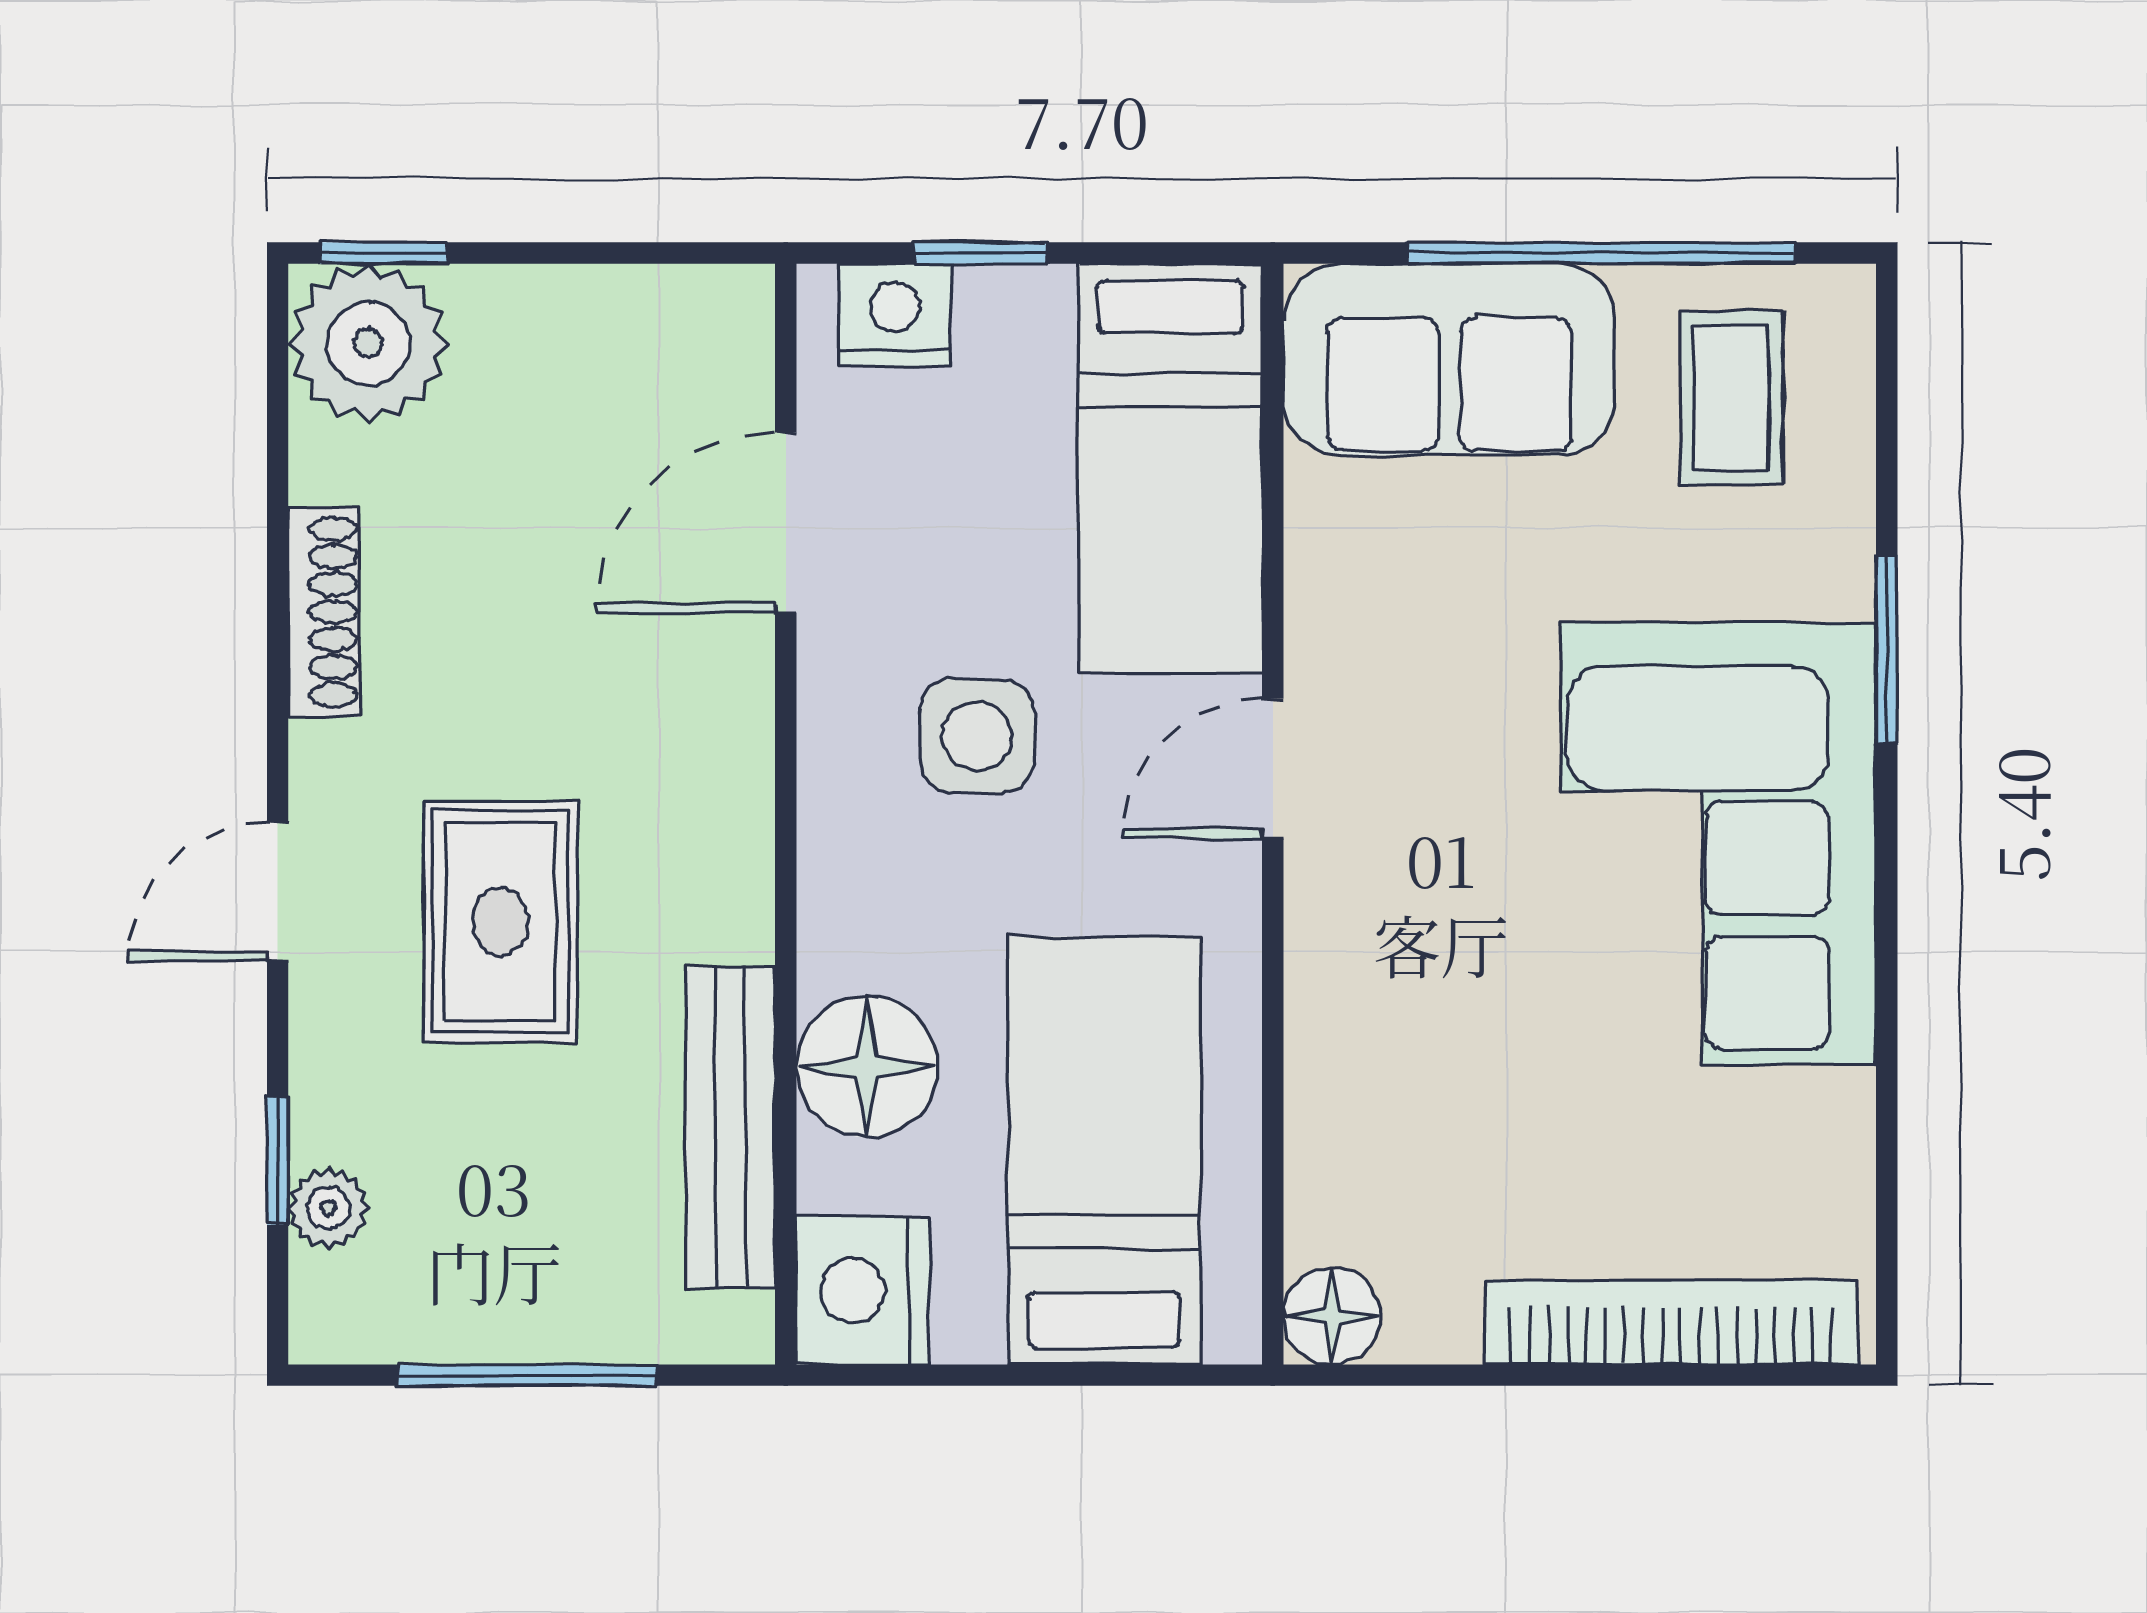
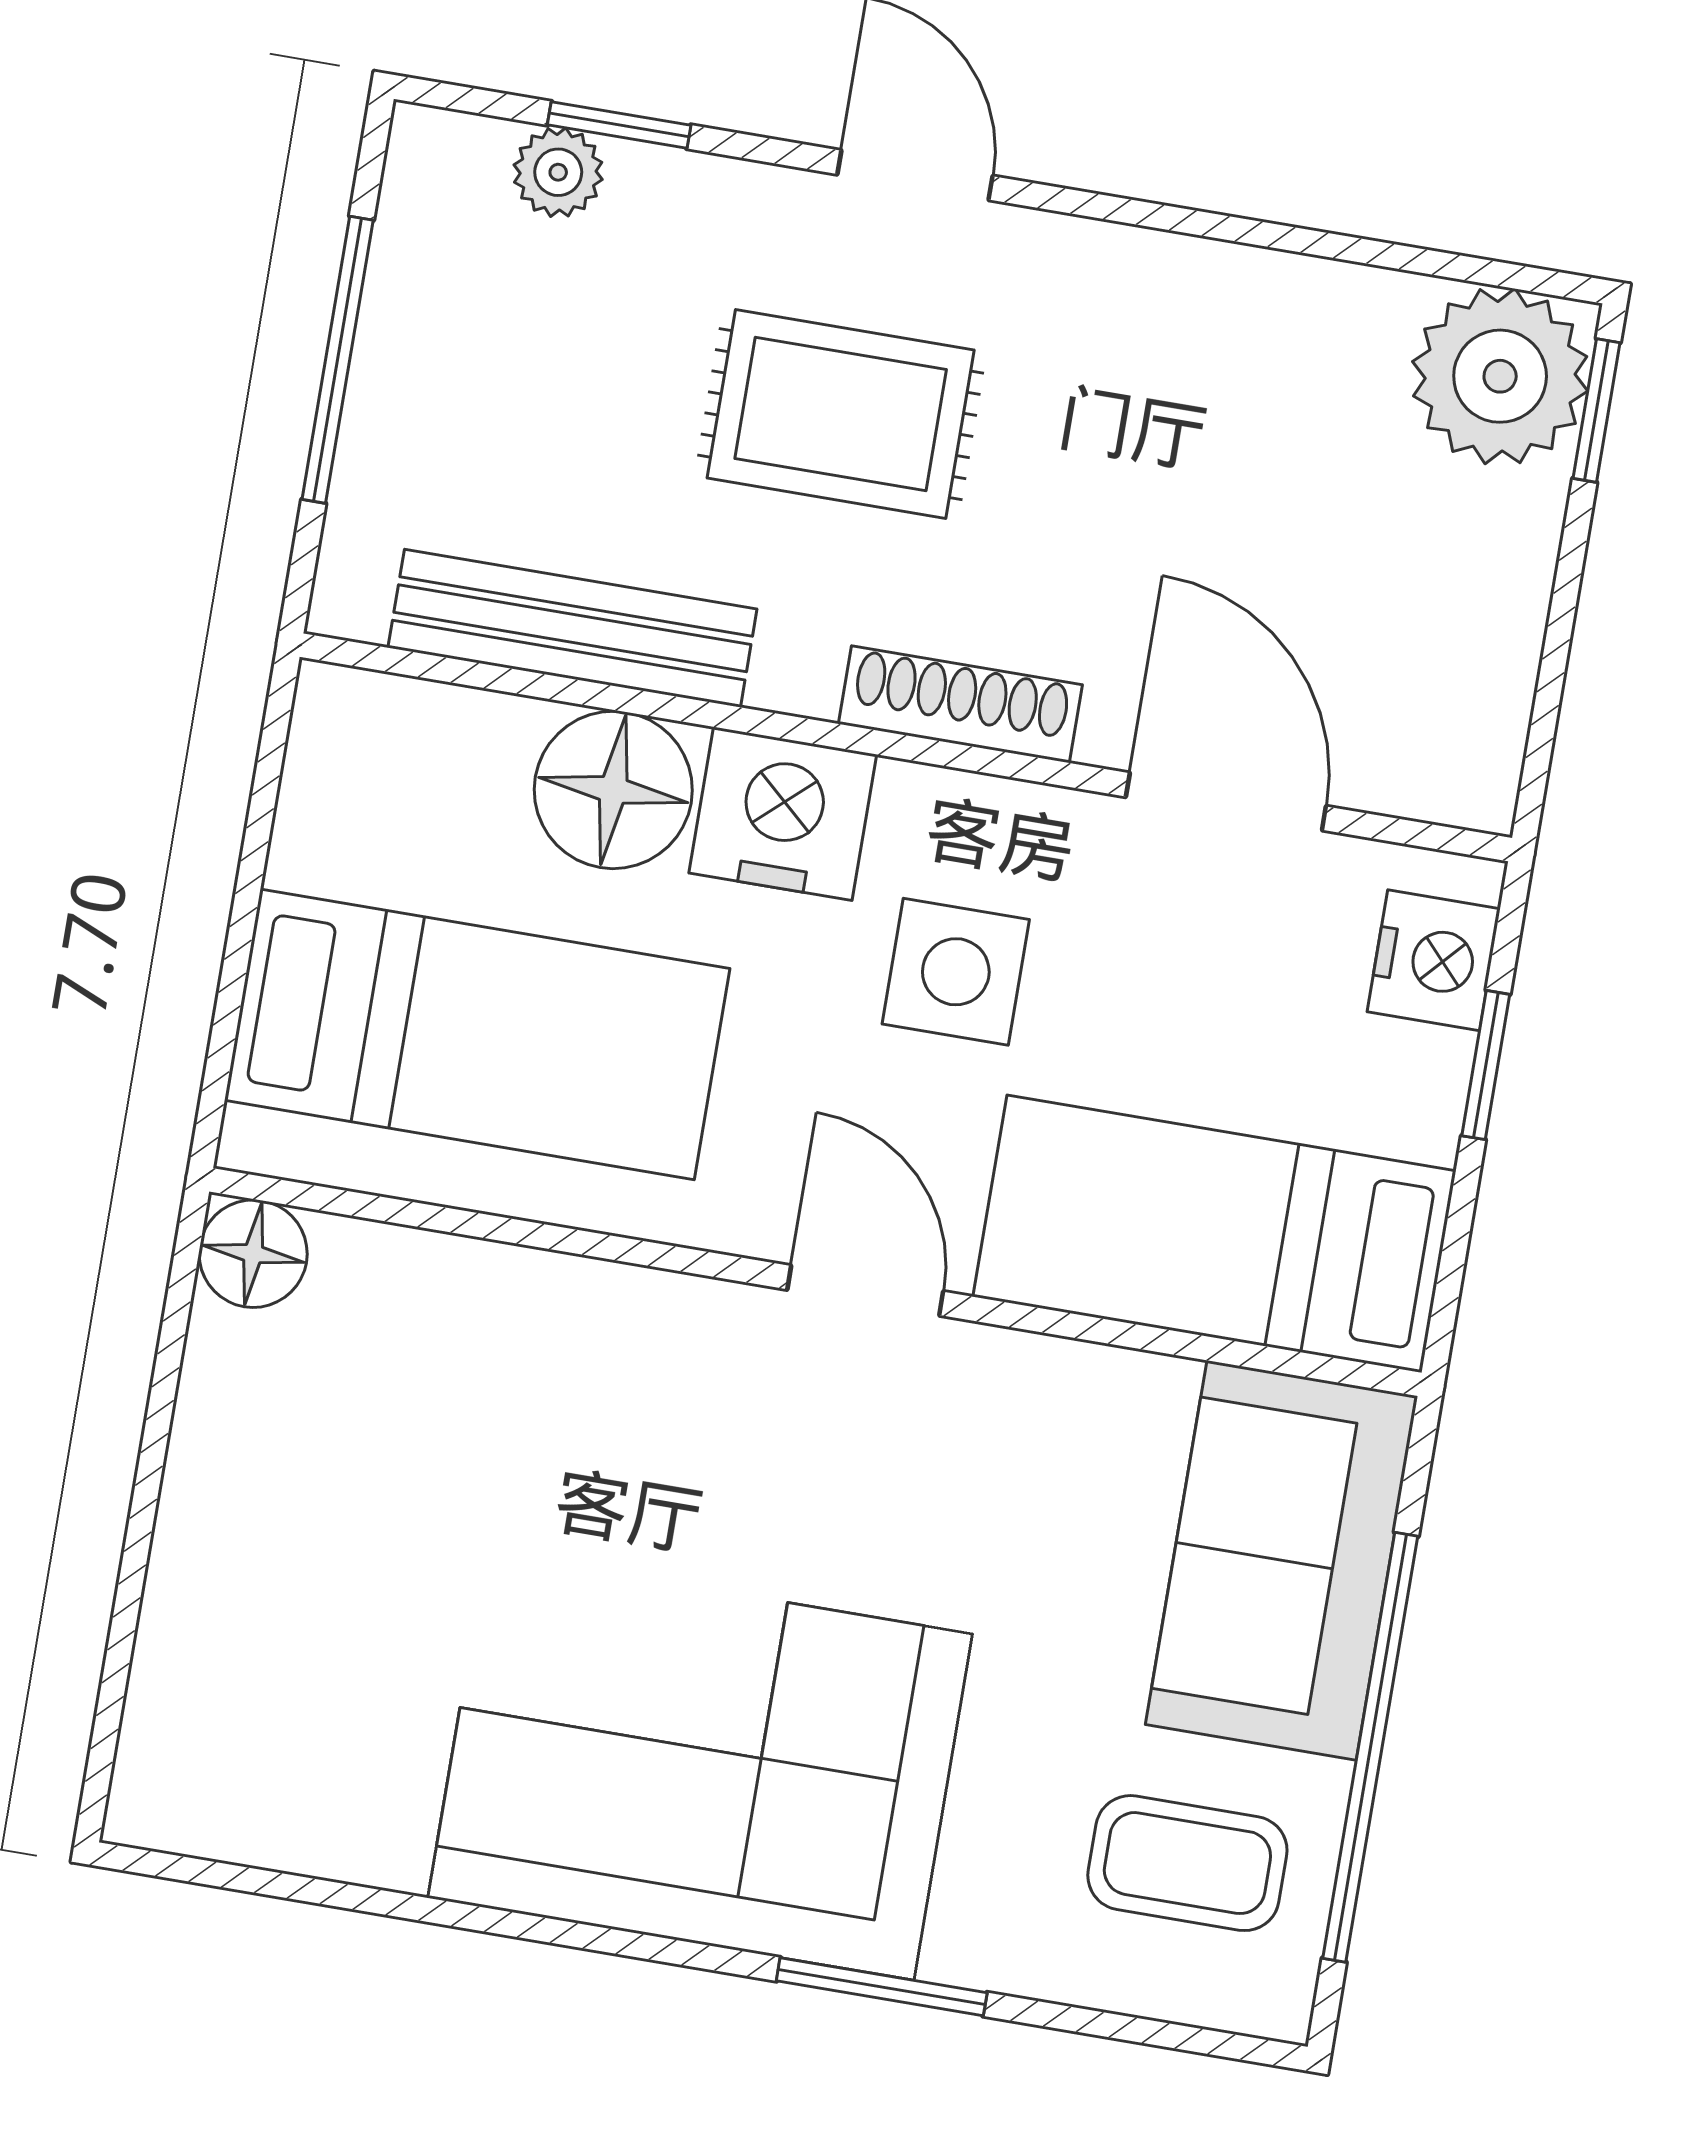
shoe rack: (324, 612) -> (960, 704), moved, turned 180
nightstand: (863, 1290) -> (783, 814), moved
bookcase: (1671, 1322) -> (183, 1625), removed

